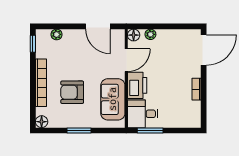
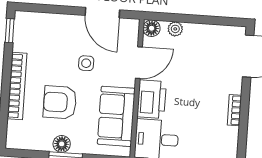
plant: (57, 34) -> (44, 20), removed
side table: (89, 63) -> (86, 63), added
floor lamp: (42, 122) -> (62, 144), moved

